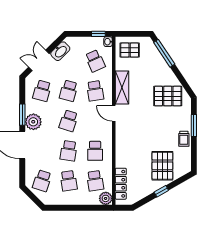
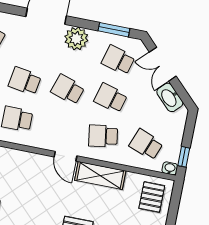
double door: (39, 60) -> (163, 64), swing flipped
school desk: (95, 61) -> (146, 144), turned 45
door: (114, 113) -> (65, 156), swing flipped
window: (22, 115) -> (114, 30), moved

